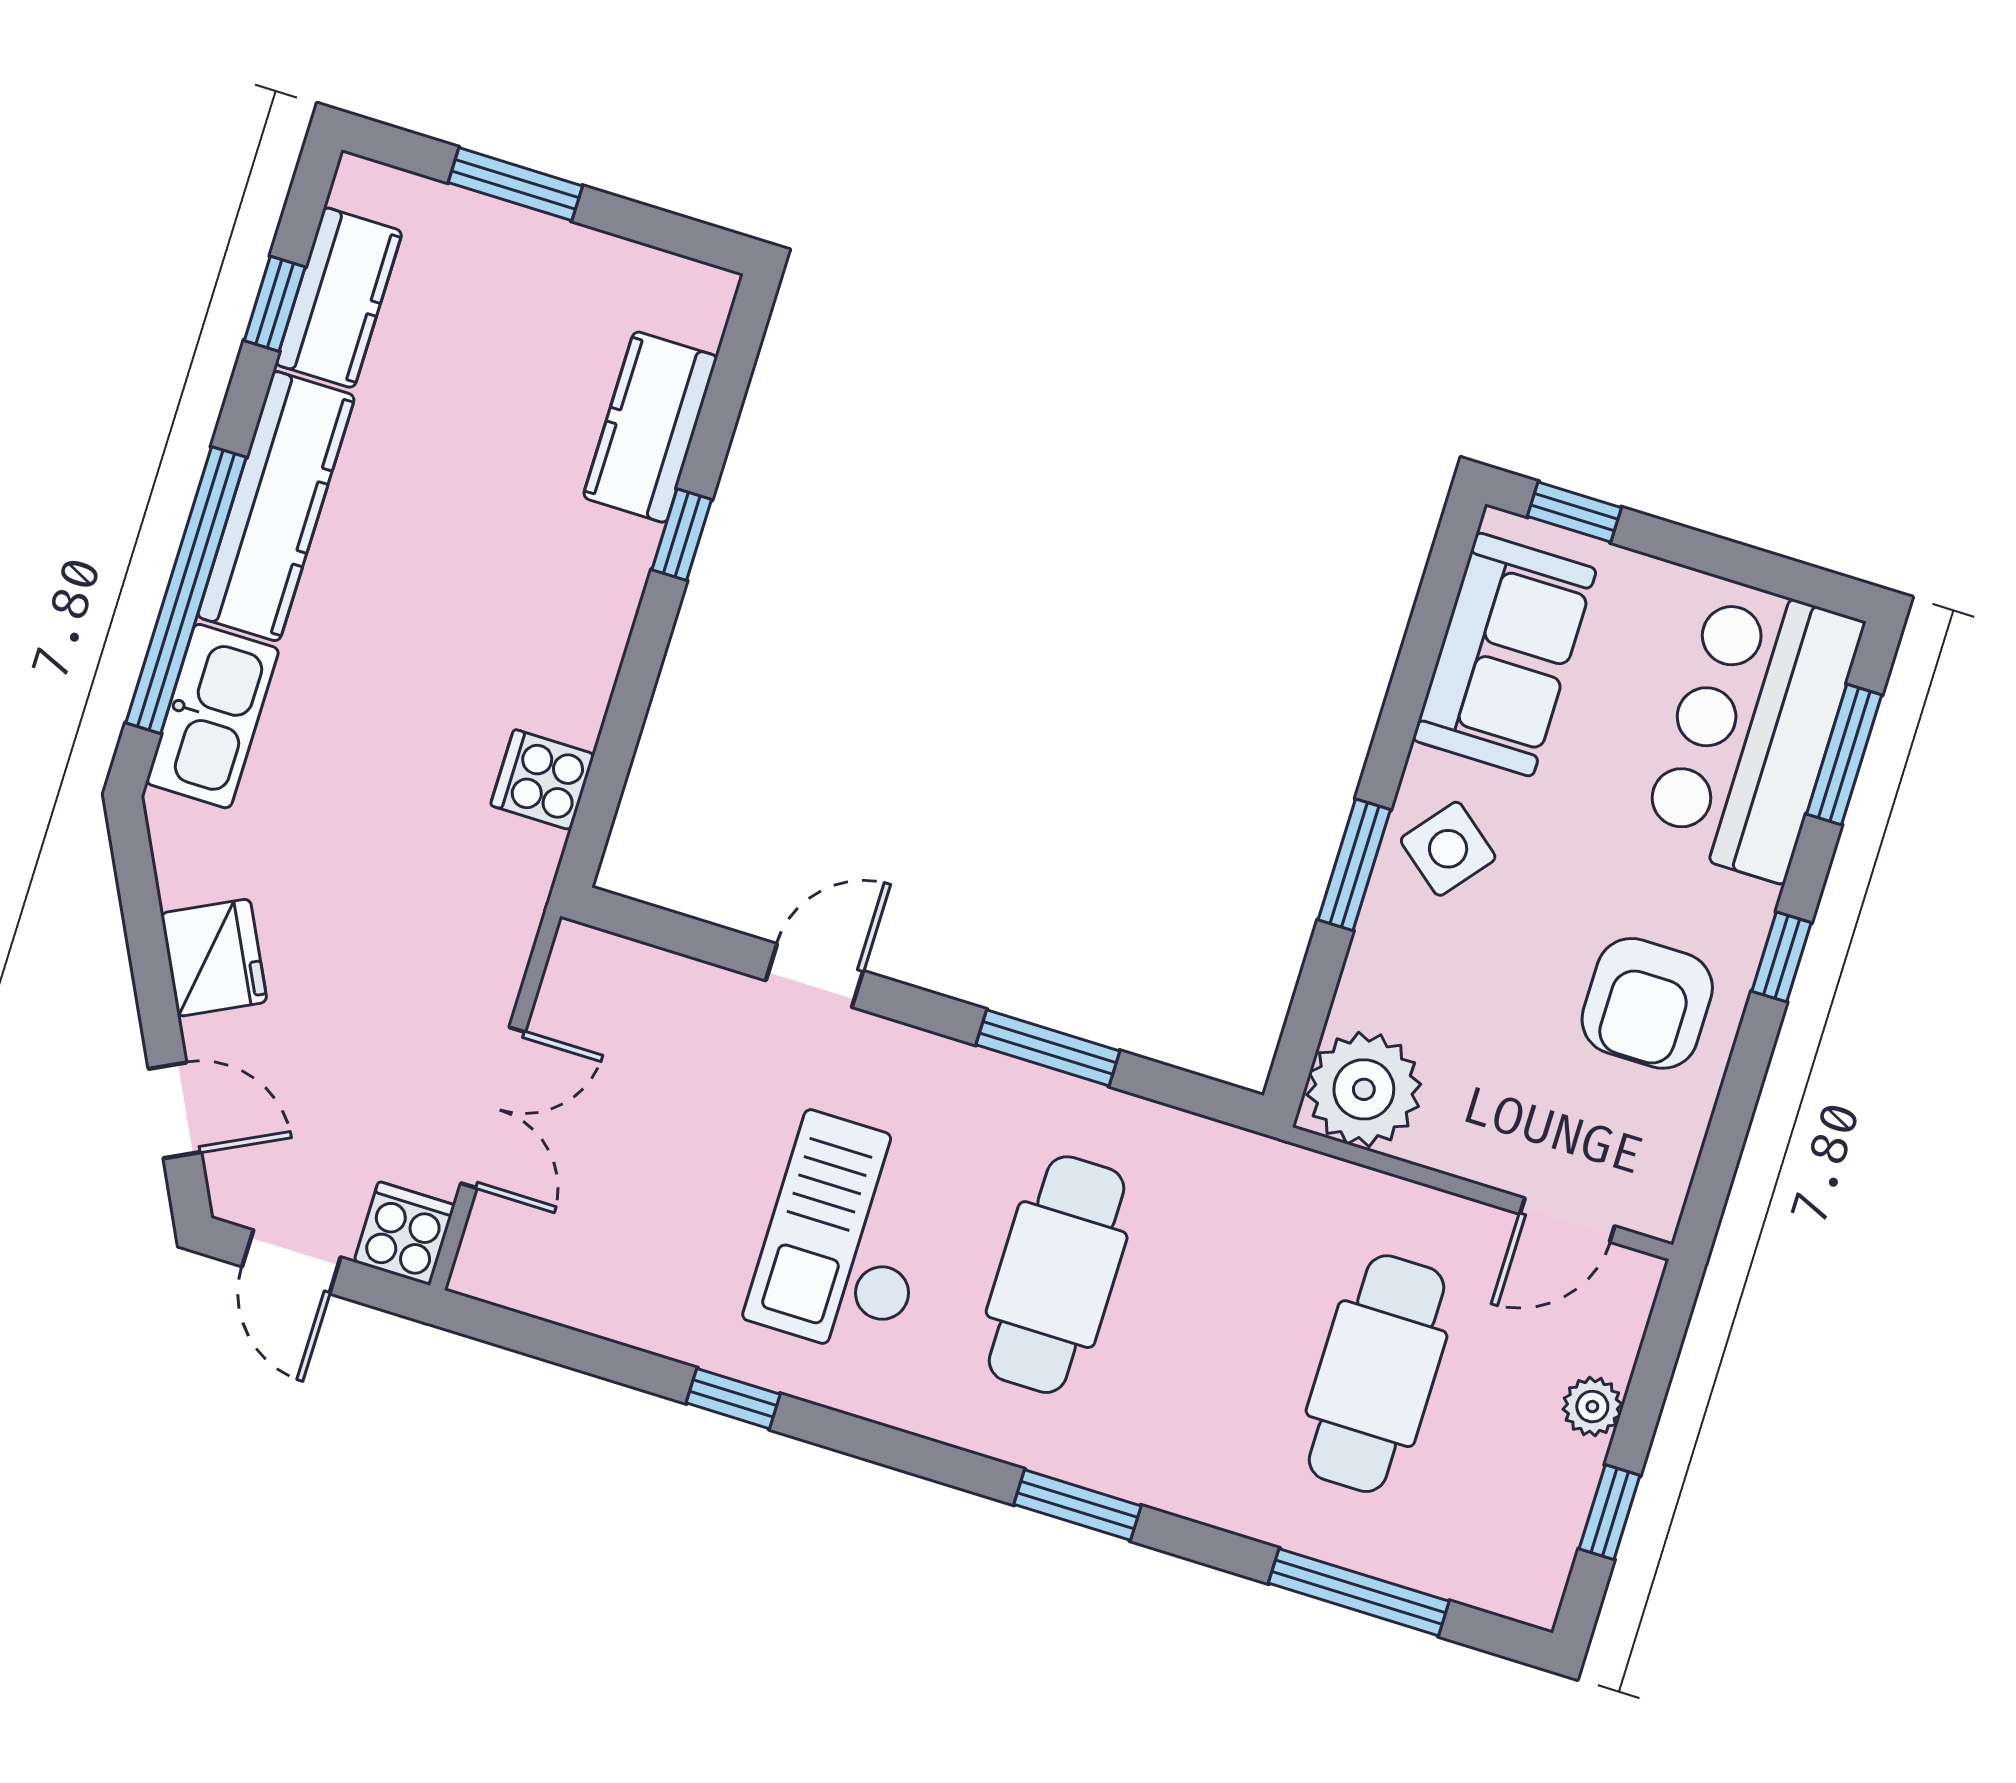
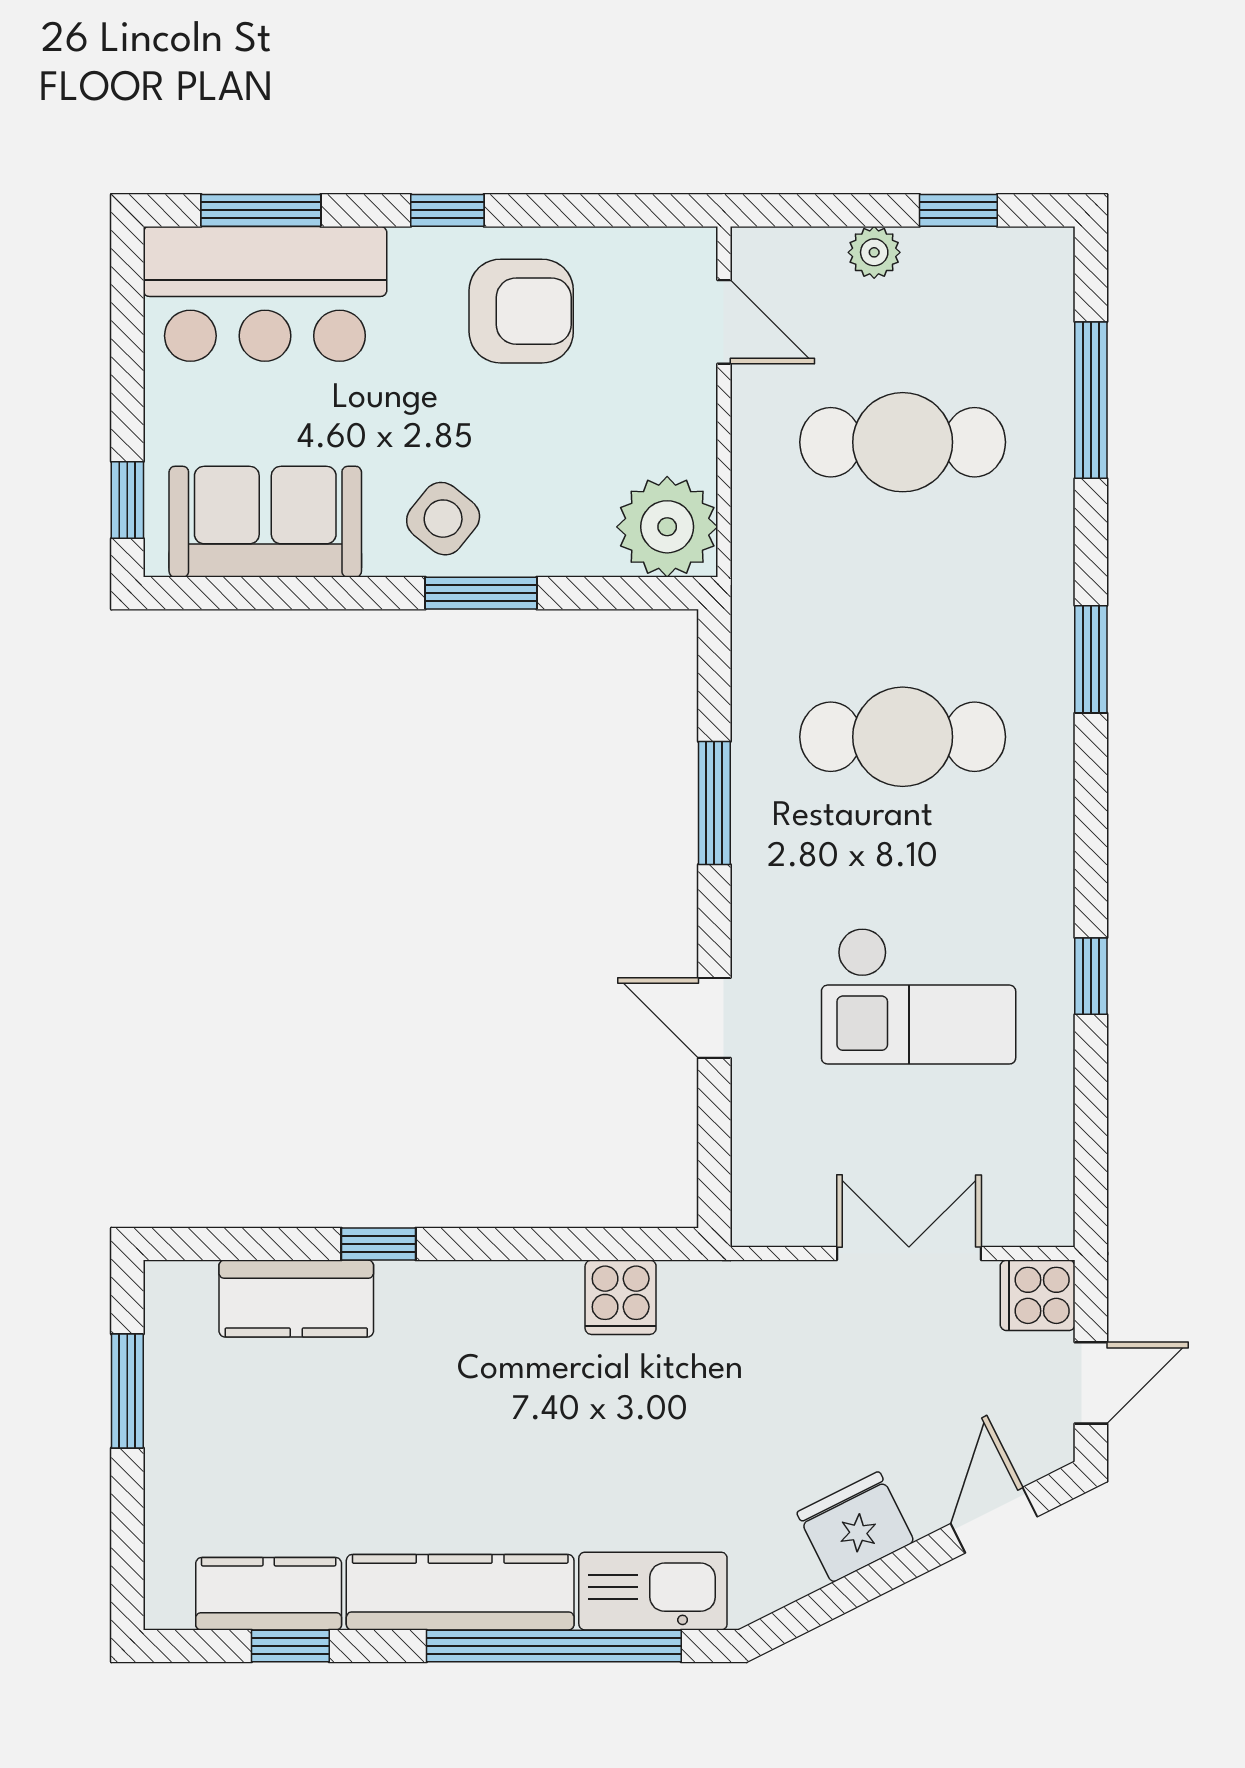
window: (515, 184) -> (127, 1391), moved
checkout: (848, 1236) -> (919, 996), moved

